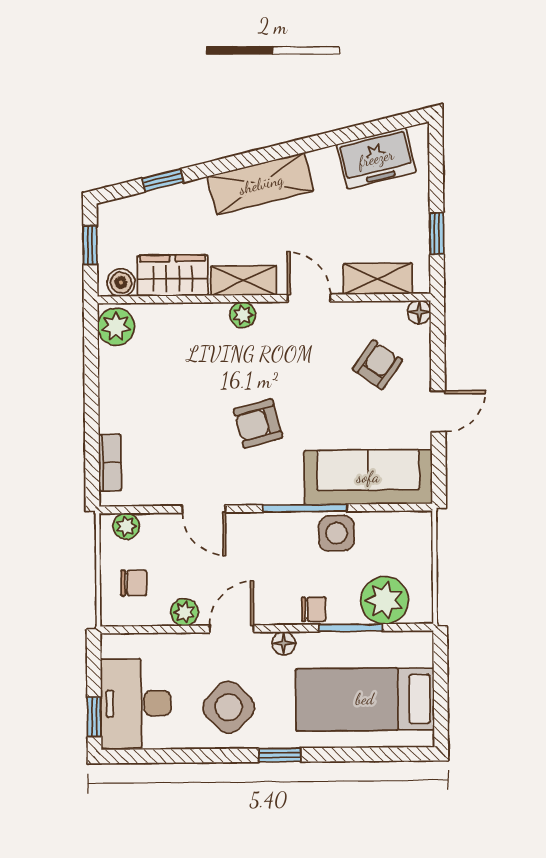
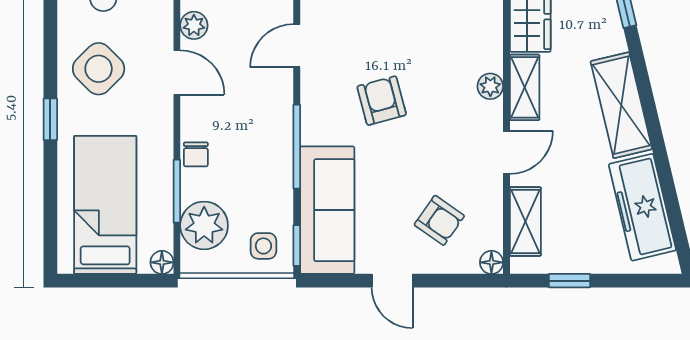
freezer: (376, 158) -> (642, 207), width x1.40
window: (404, 507) -> (297, 245), added
side table: (336, 533) -> (263, 246), moved, width x0.73, depth x0.73
floor lamp: (284, 643) -> (162, 262), moved

